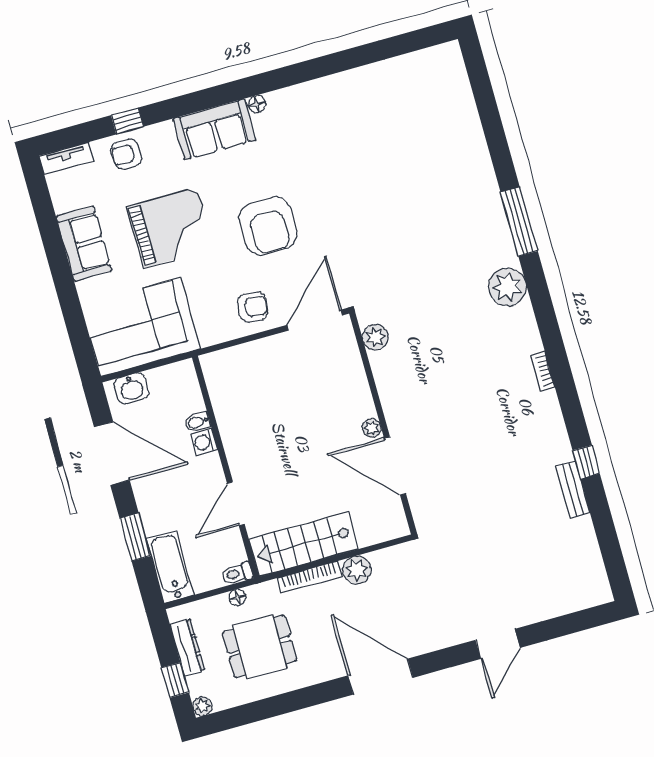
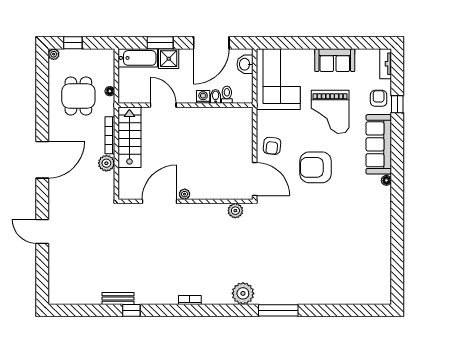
sofa: (214, 129) -> (379, 144), width x1.36
shower: (157, 516) -> (169, 59), added
toilet: (237, 574) -> (227, 95), moved
dresser: (187, 647) -> (89, 55), removed

